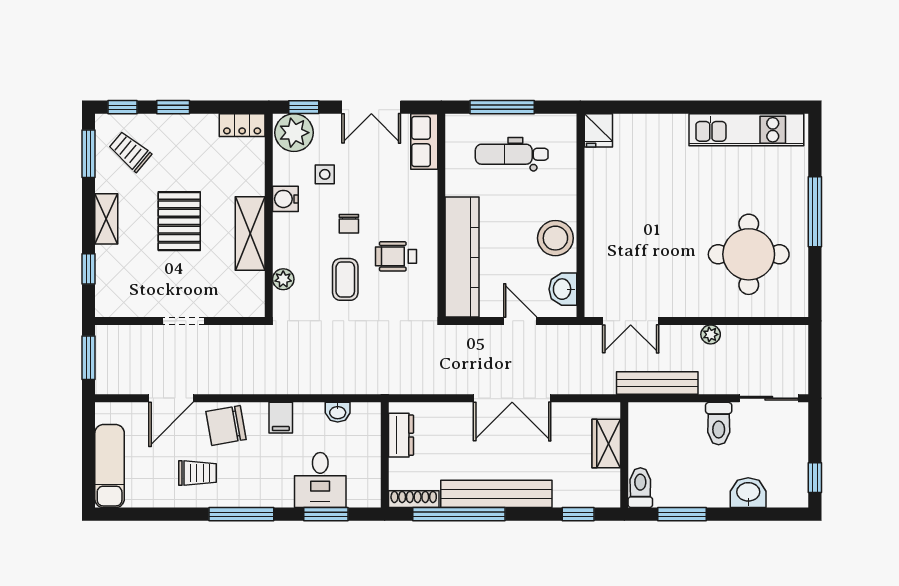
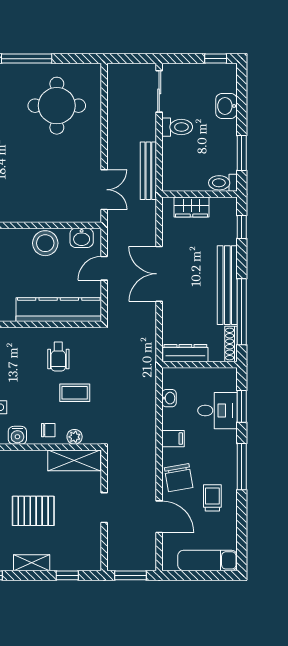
chair: (349, 224) -> (48, 430), moved
shelving: (250, 233) -> (74, 460), moved
plant: (711, 334) -> (114, 133), removed
double door: (512, 398) -> (159, 274), swing flipped
dresser: (401, 435) -> (185, 353), width x1.44

